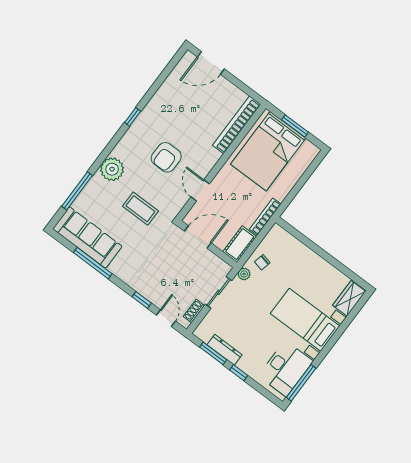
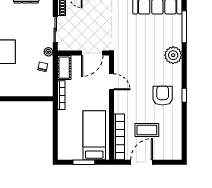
door: (211, 63) -> (142, 162), moved
bed: (268, 151) -> (94, 135), width x0.67
armchair: (166, 157) -> (163, 96), moved
coffee table: (140, 209) -> (147, 130), moved

